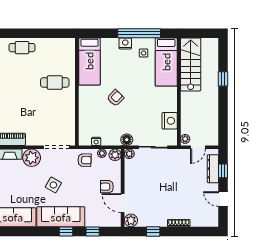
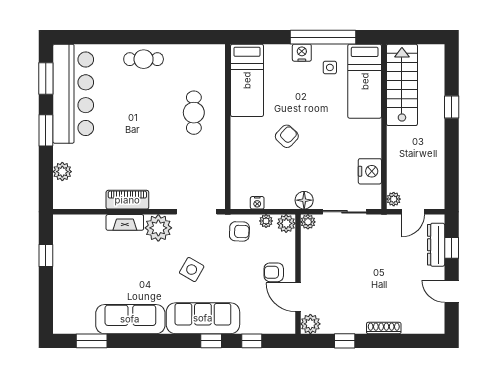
cafe table: (55, 83) -> (194, 113), turned 90

